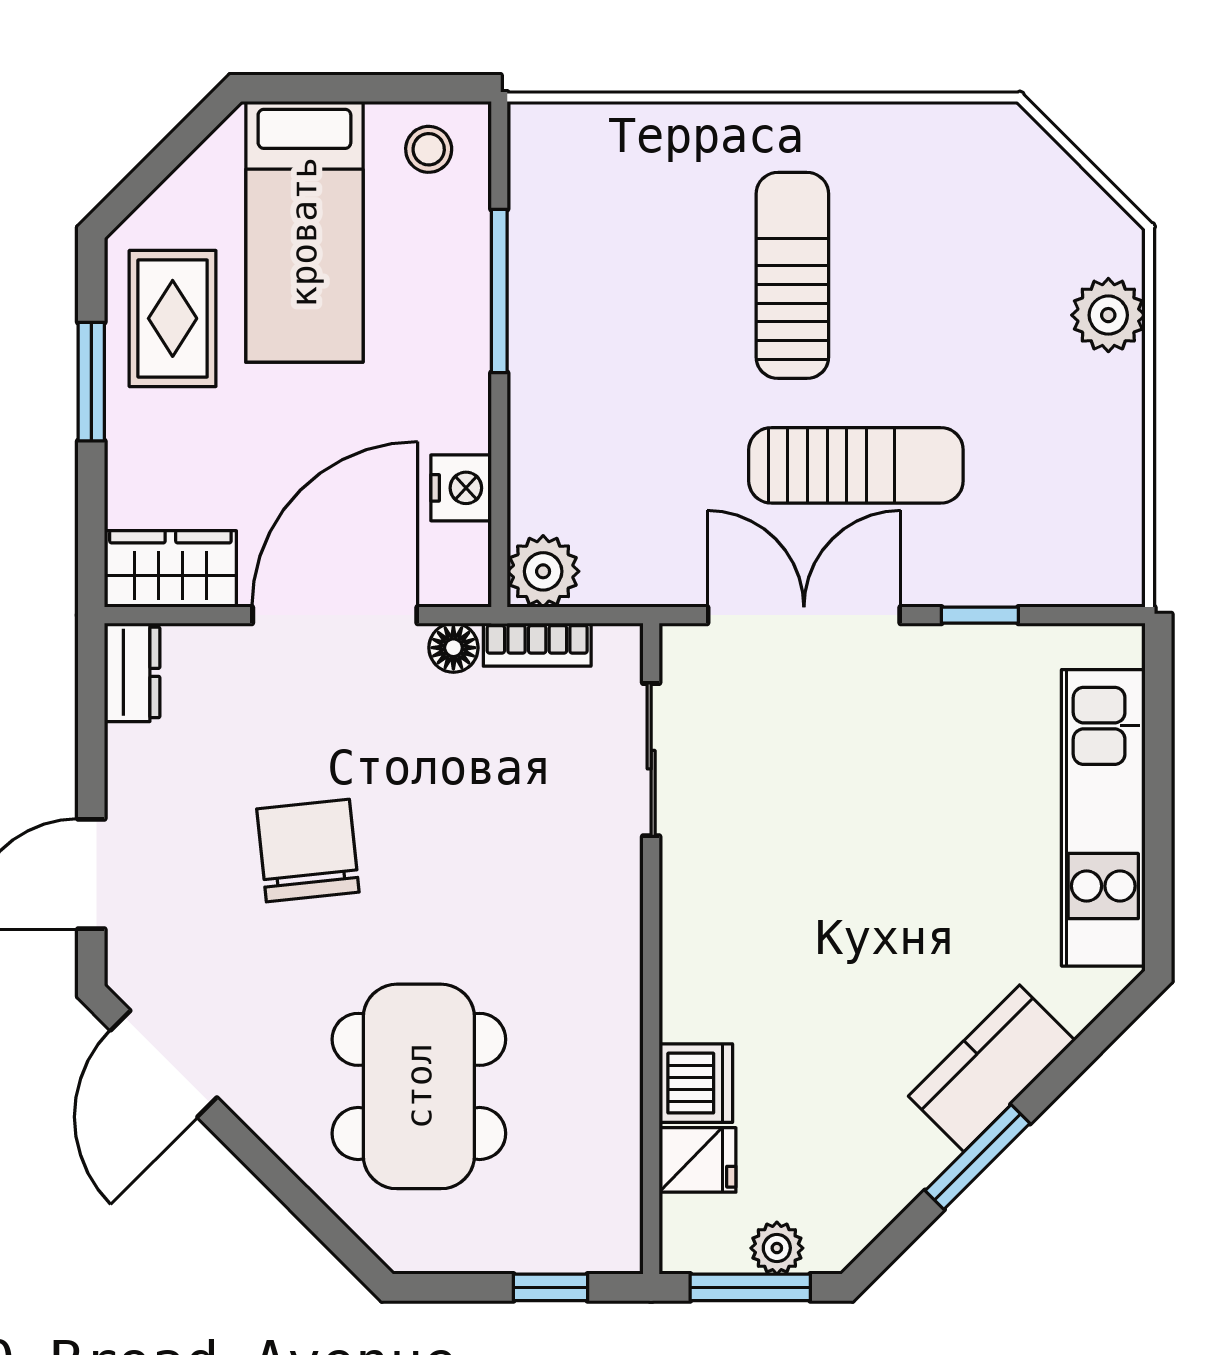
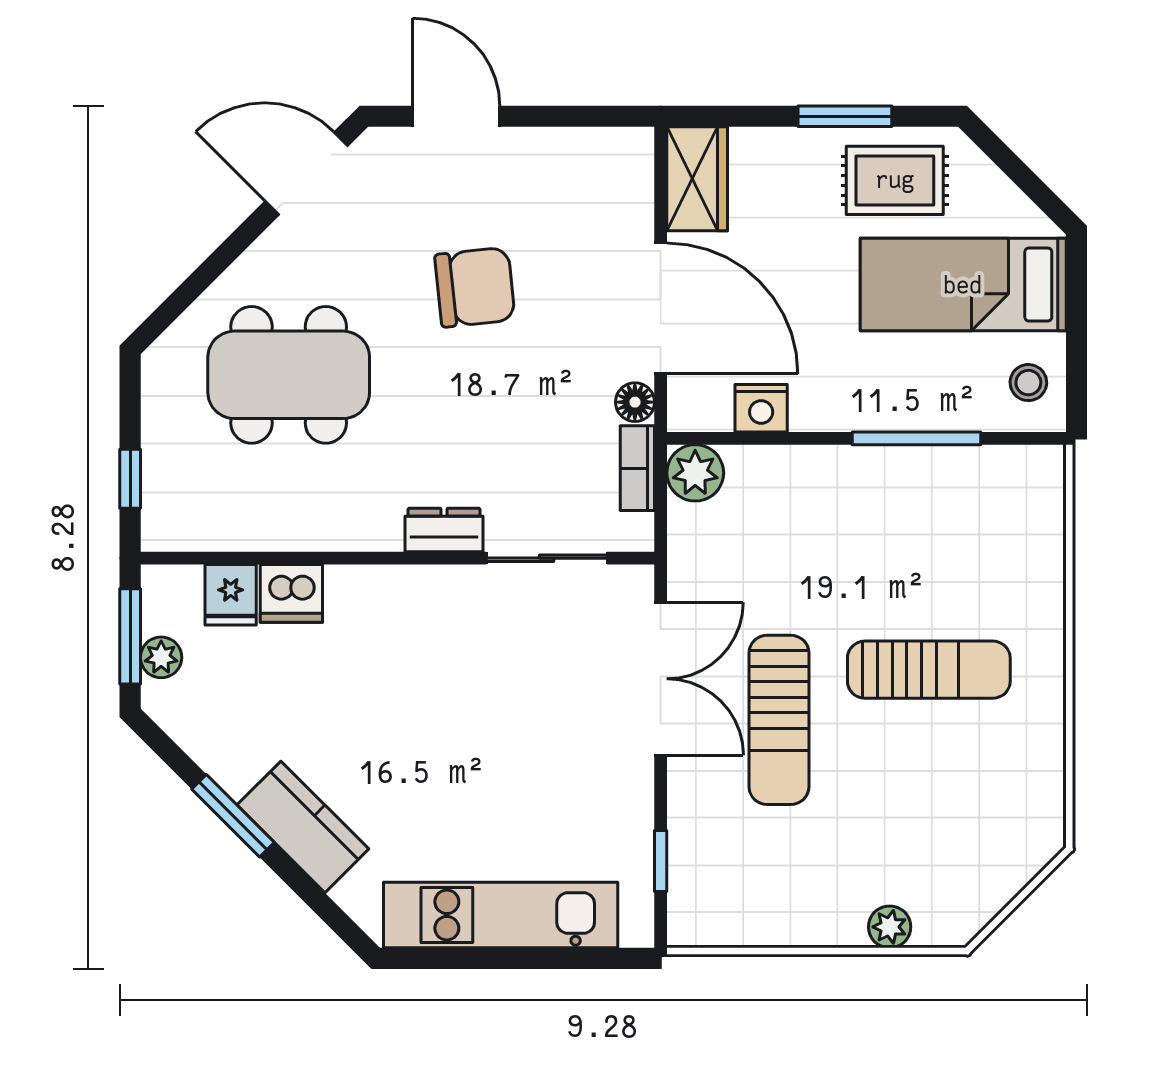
plant: (1108, 315) -> (890, 927), width x0.73, depth x0.73
window: (980, 615) -> (661, 861), moved
dresser: (132, 672) -> (444, 530), moved, turned 180

